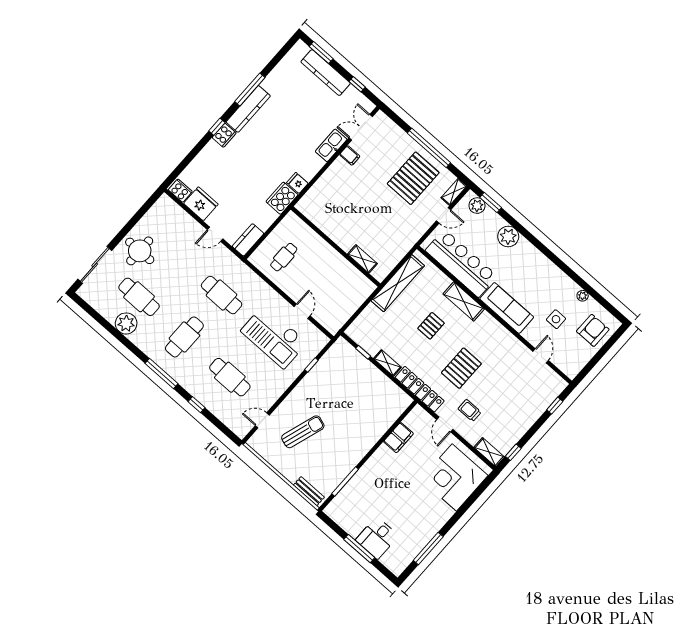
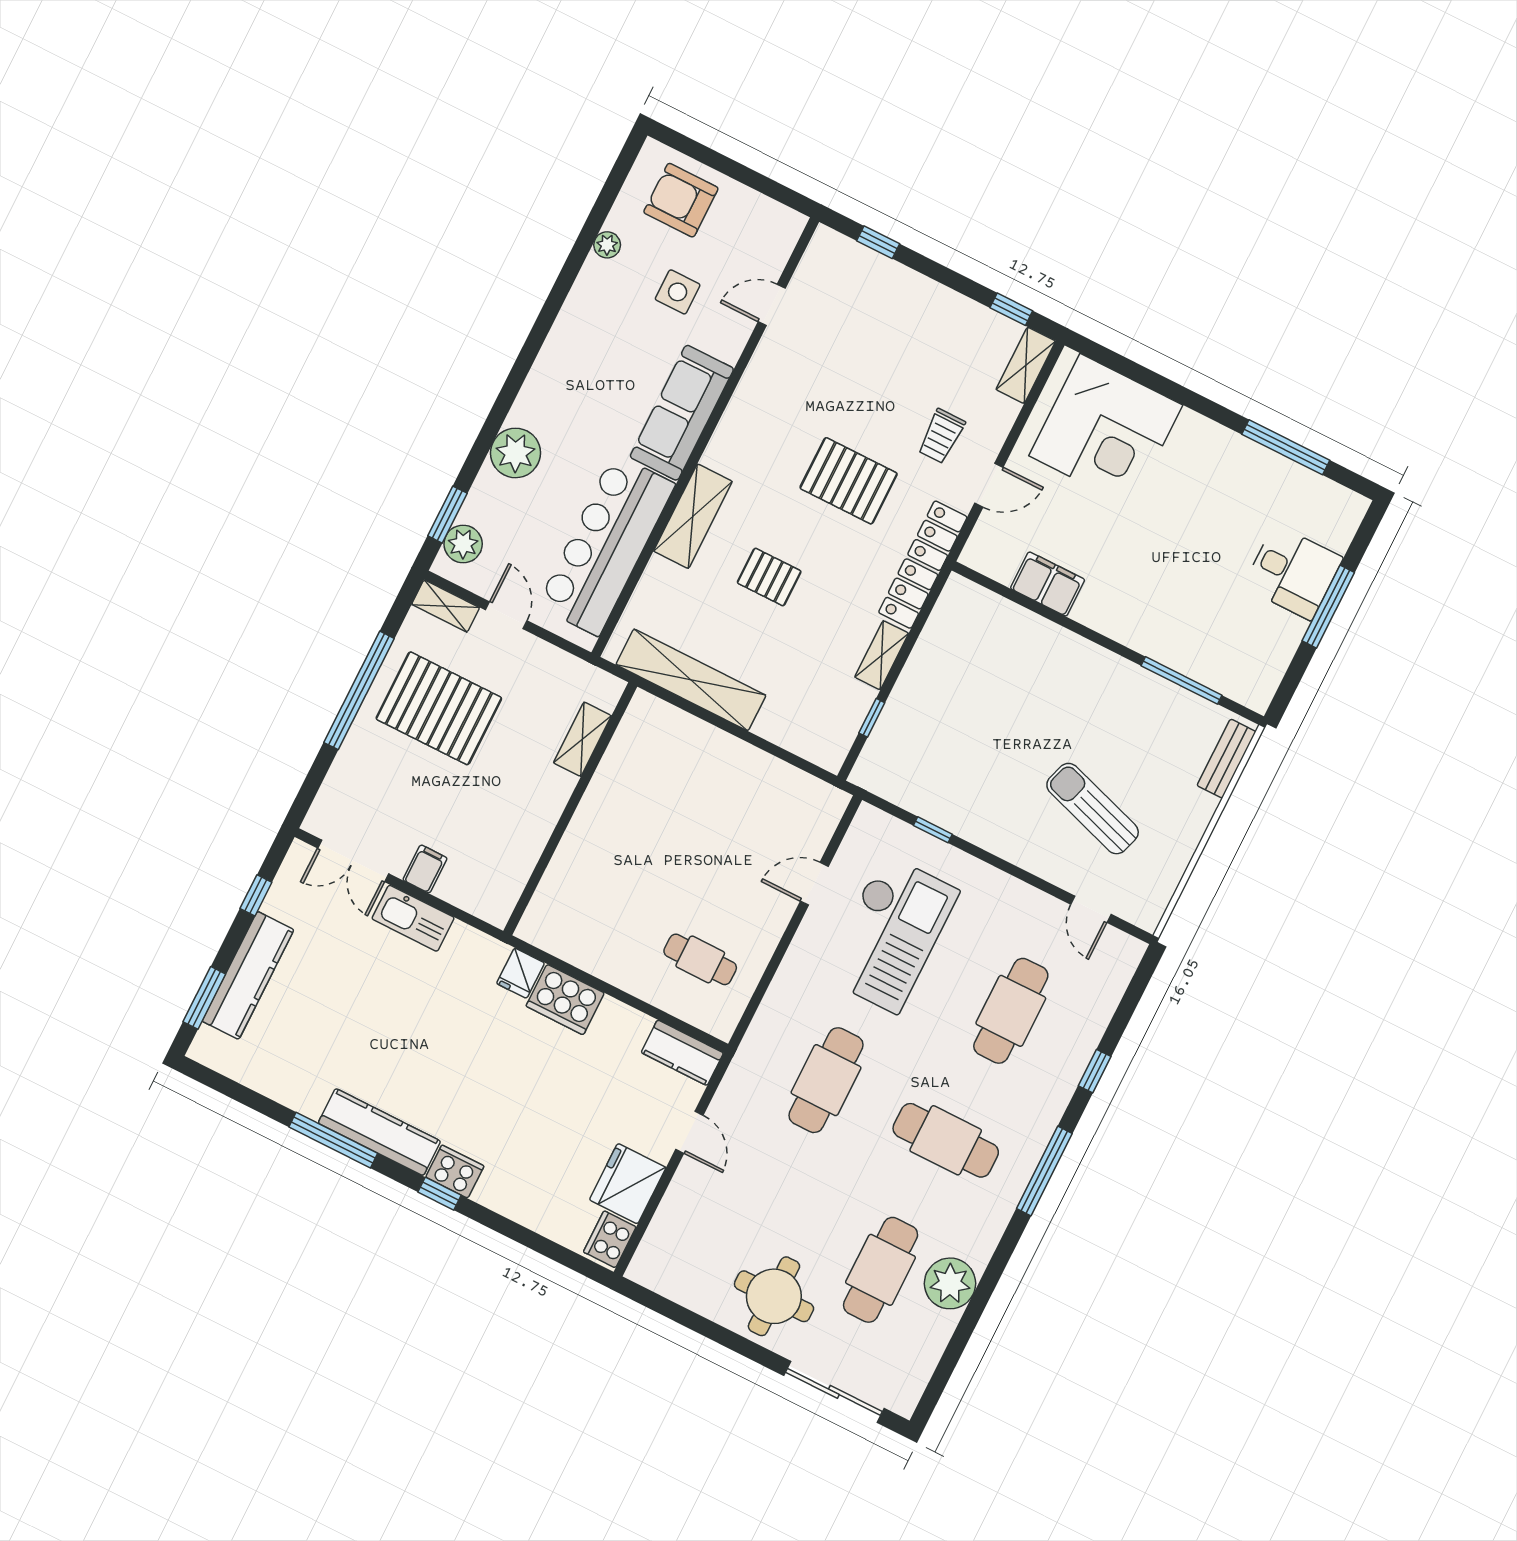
wall: (336, 247) -> (570, 809), moved
shelving: (362, 259) -> (582, 739), moved

